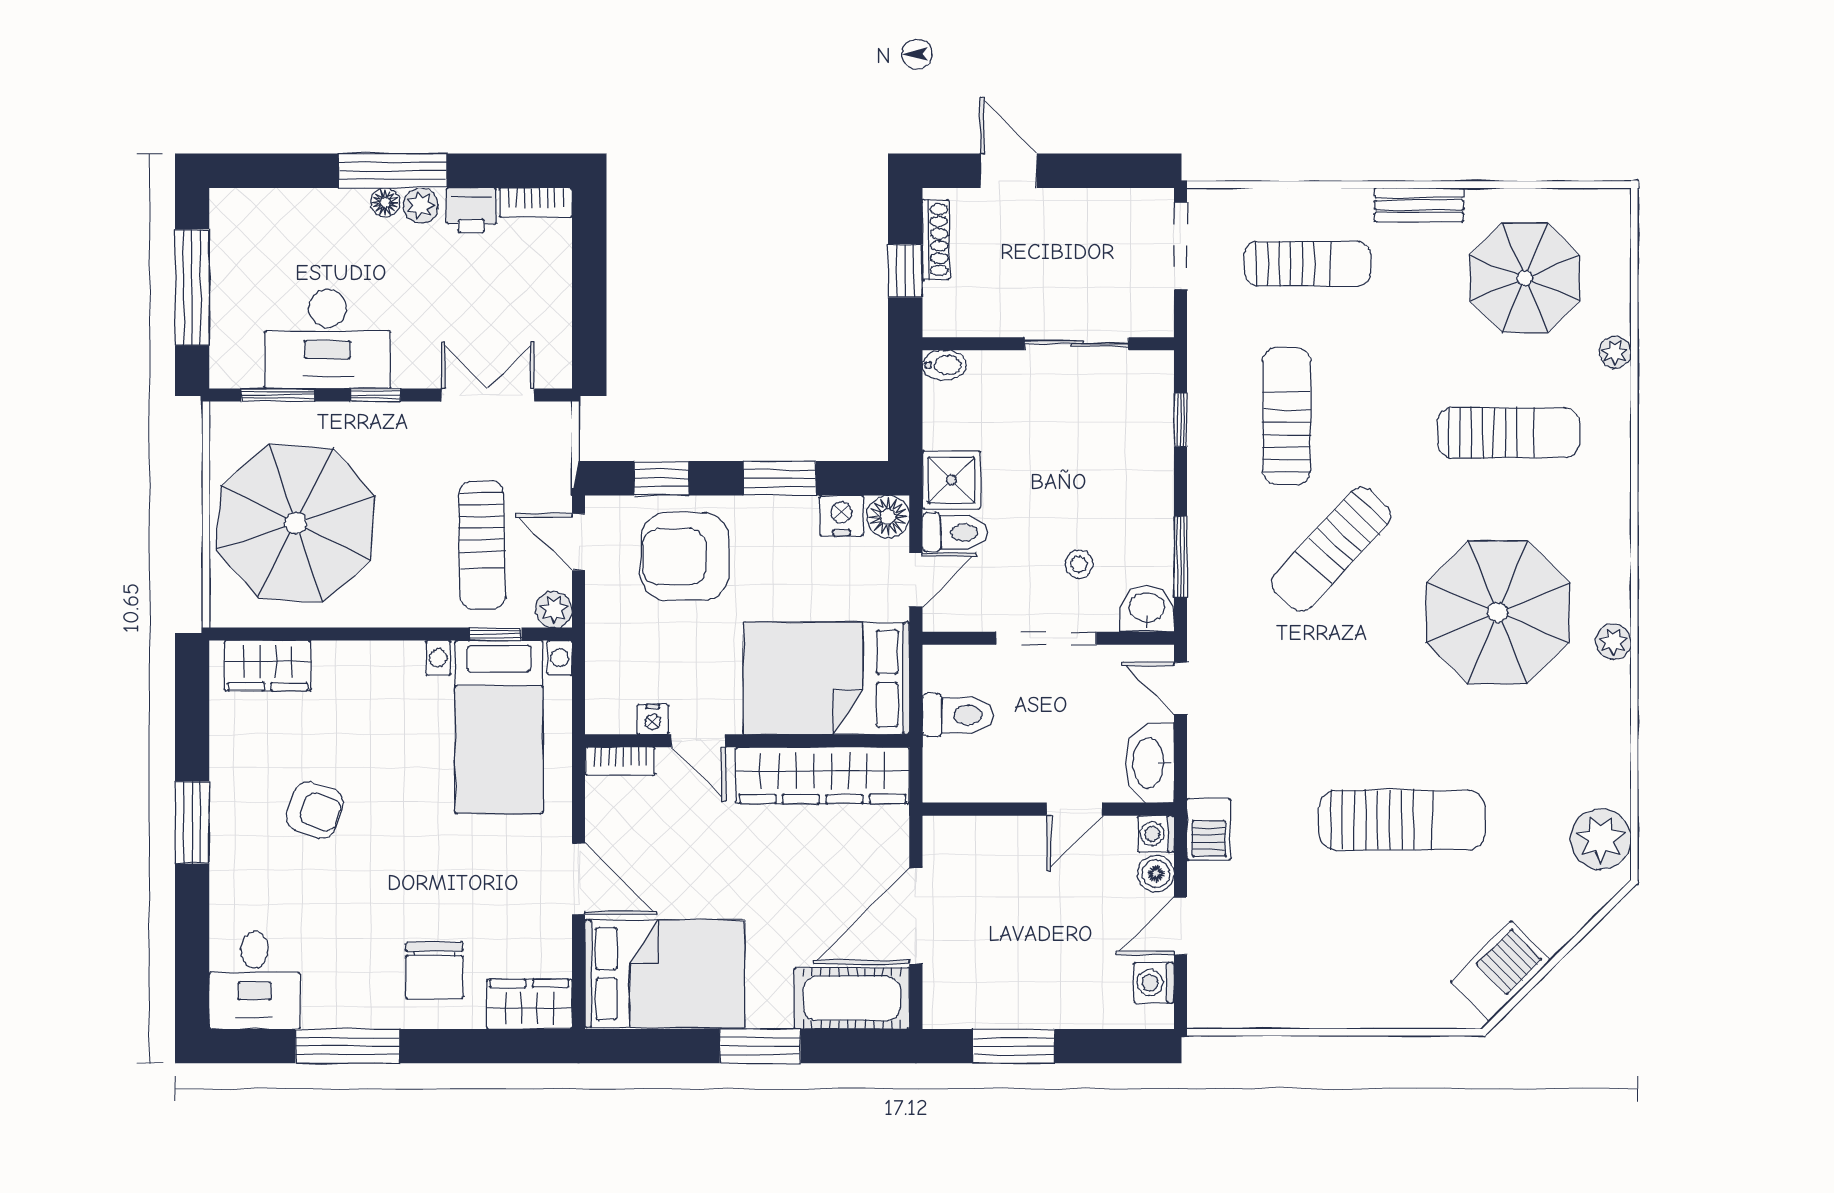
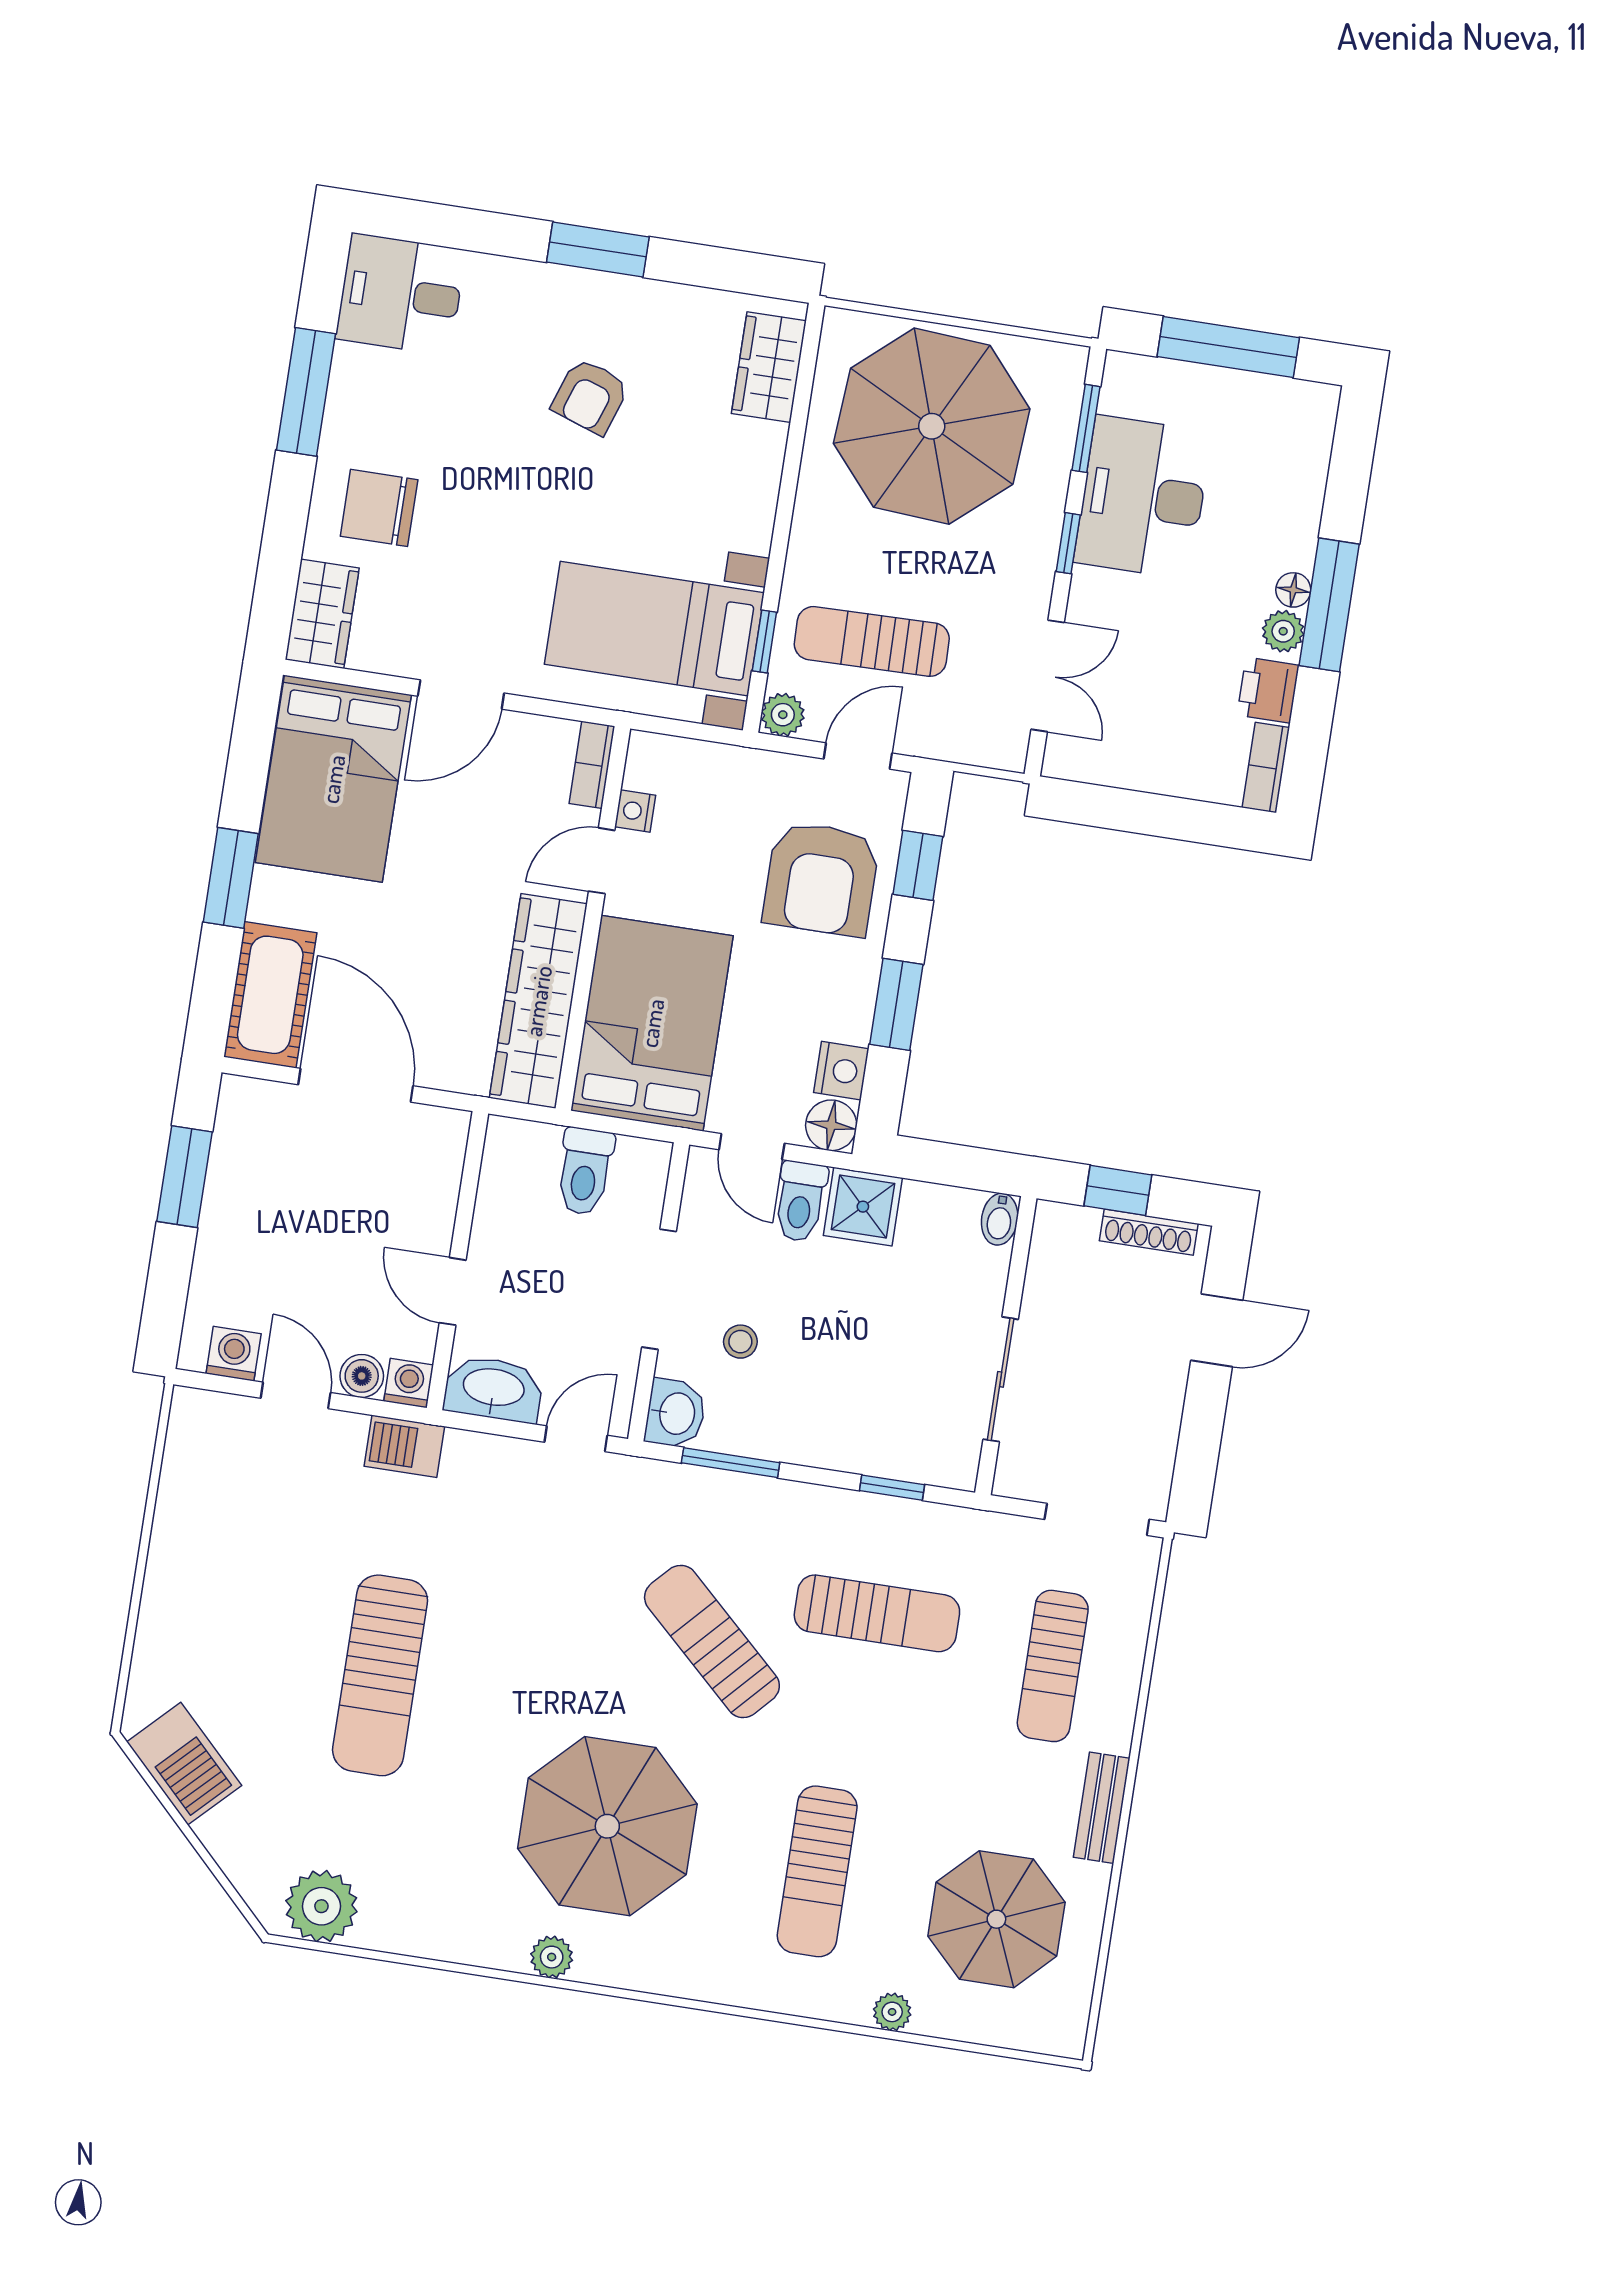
armchair: (685, 557) -> (821, 879), turned 180

